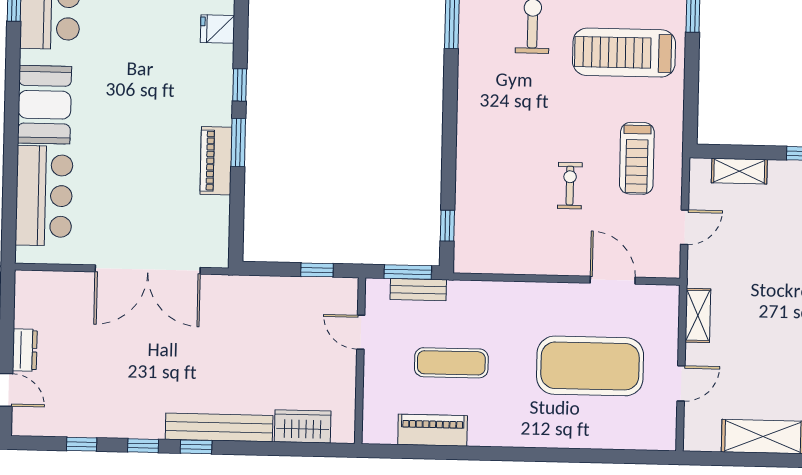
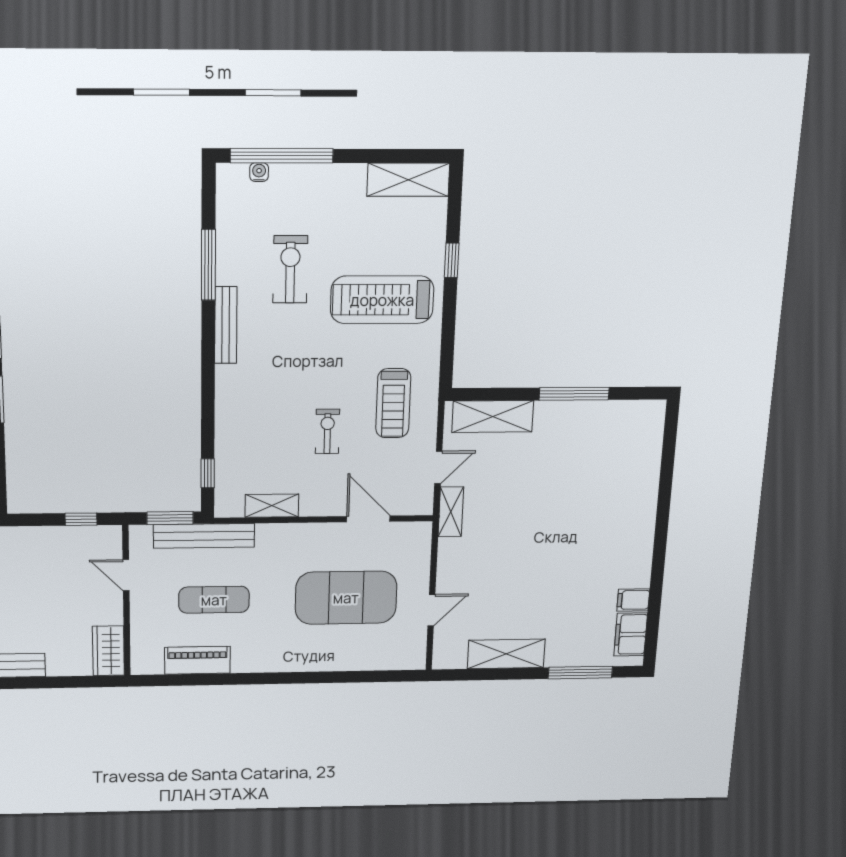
bench: (468, 74) -> (226, 325), added
shelving: (739, 171) -> (493, 416), width x1.50, depth x1.33
shelving: (513, 262) -> (272, 506), added
bench: (418, 290) -> (204, 536), width x1.86, depth x1.21
shelving: (698, 315) -> (451, 512), moved
wardrobe: (303, 426) -> (108, 651), moved, turned -90

